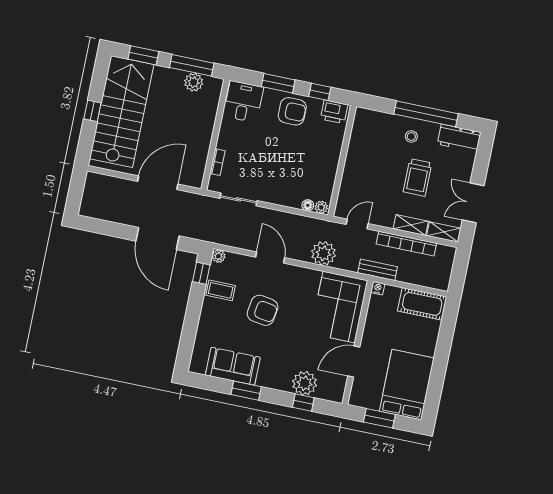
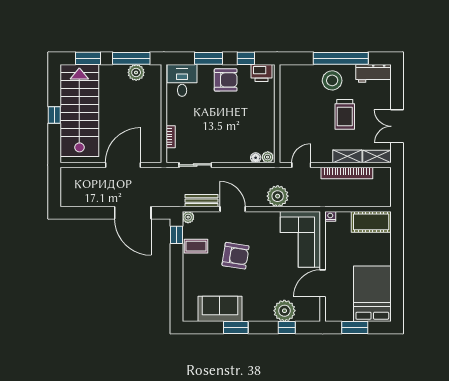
stool: (411, 137) -> (332, 80), width x1.89, depth x1.89
bench: (378, 270) -> (201, 201), moved

